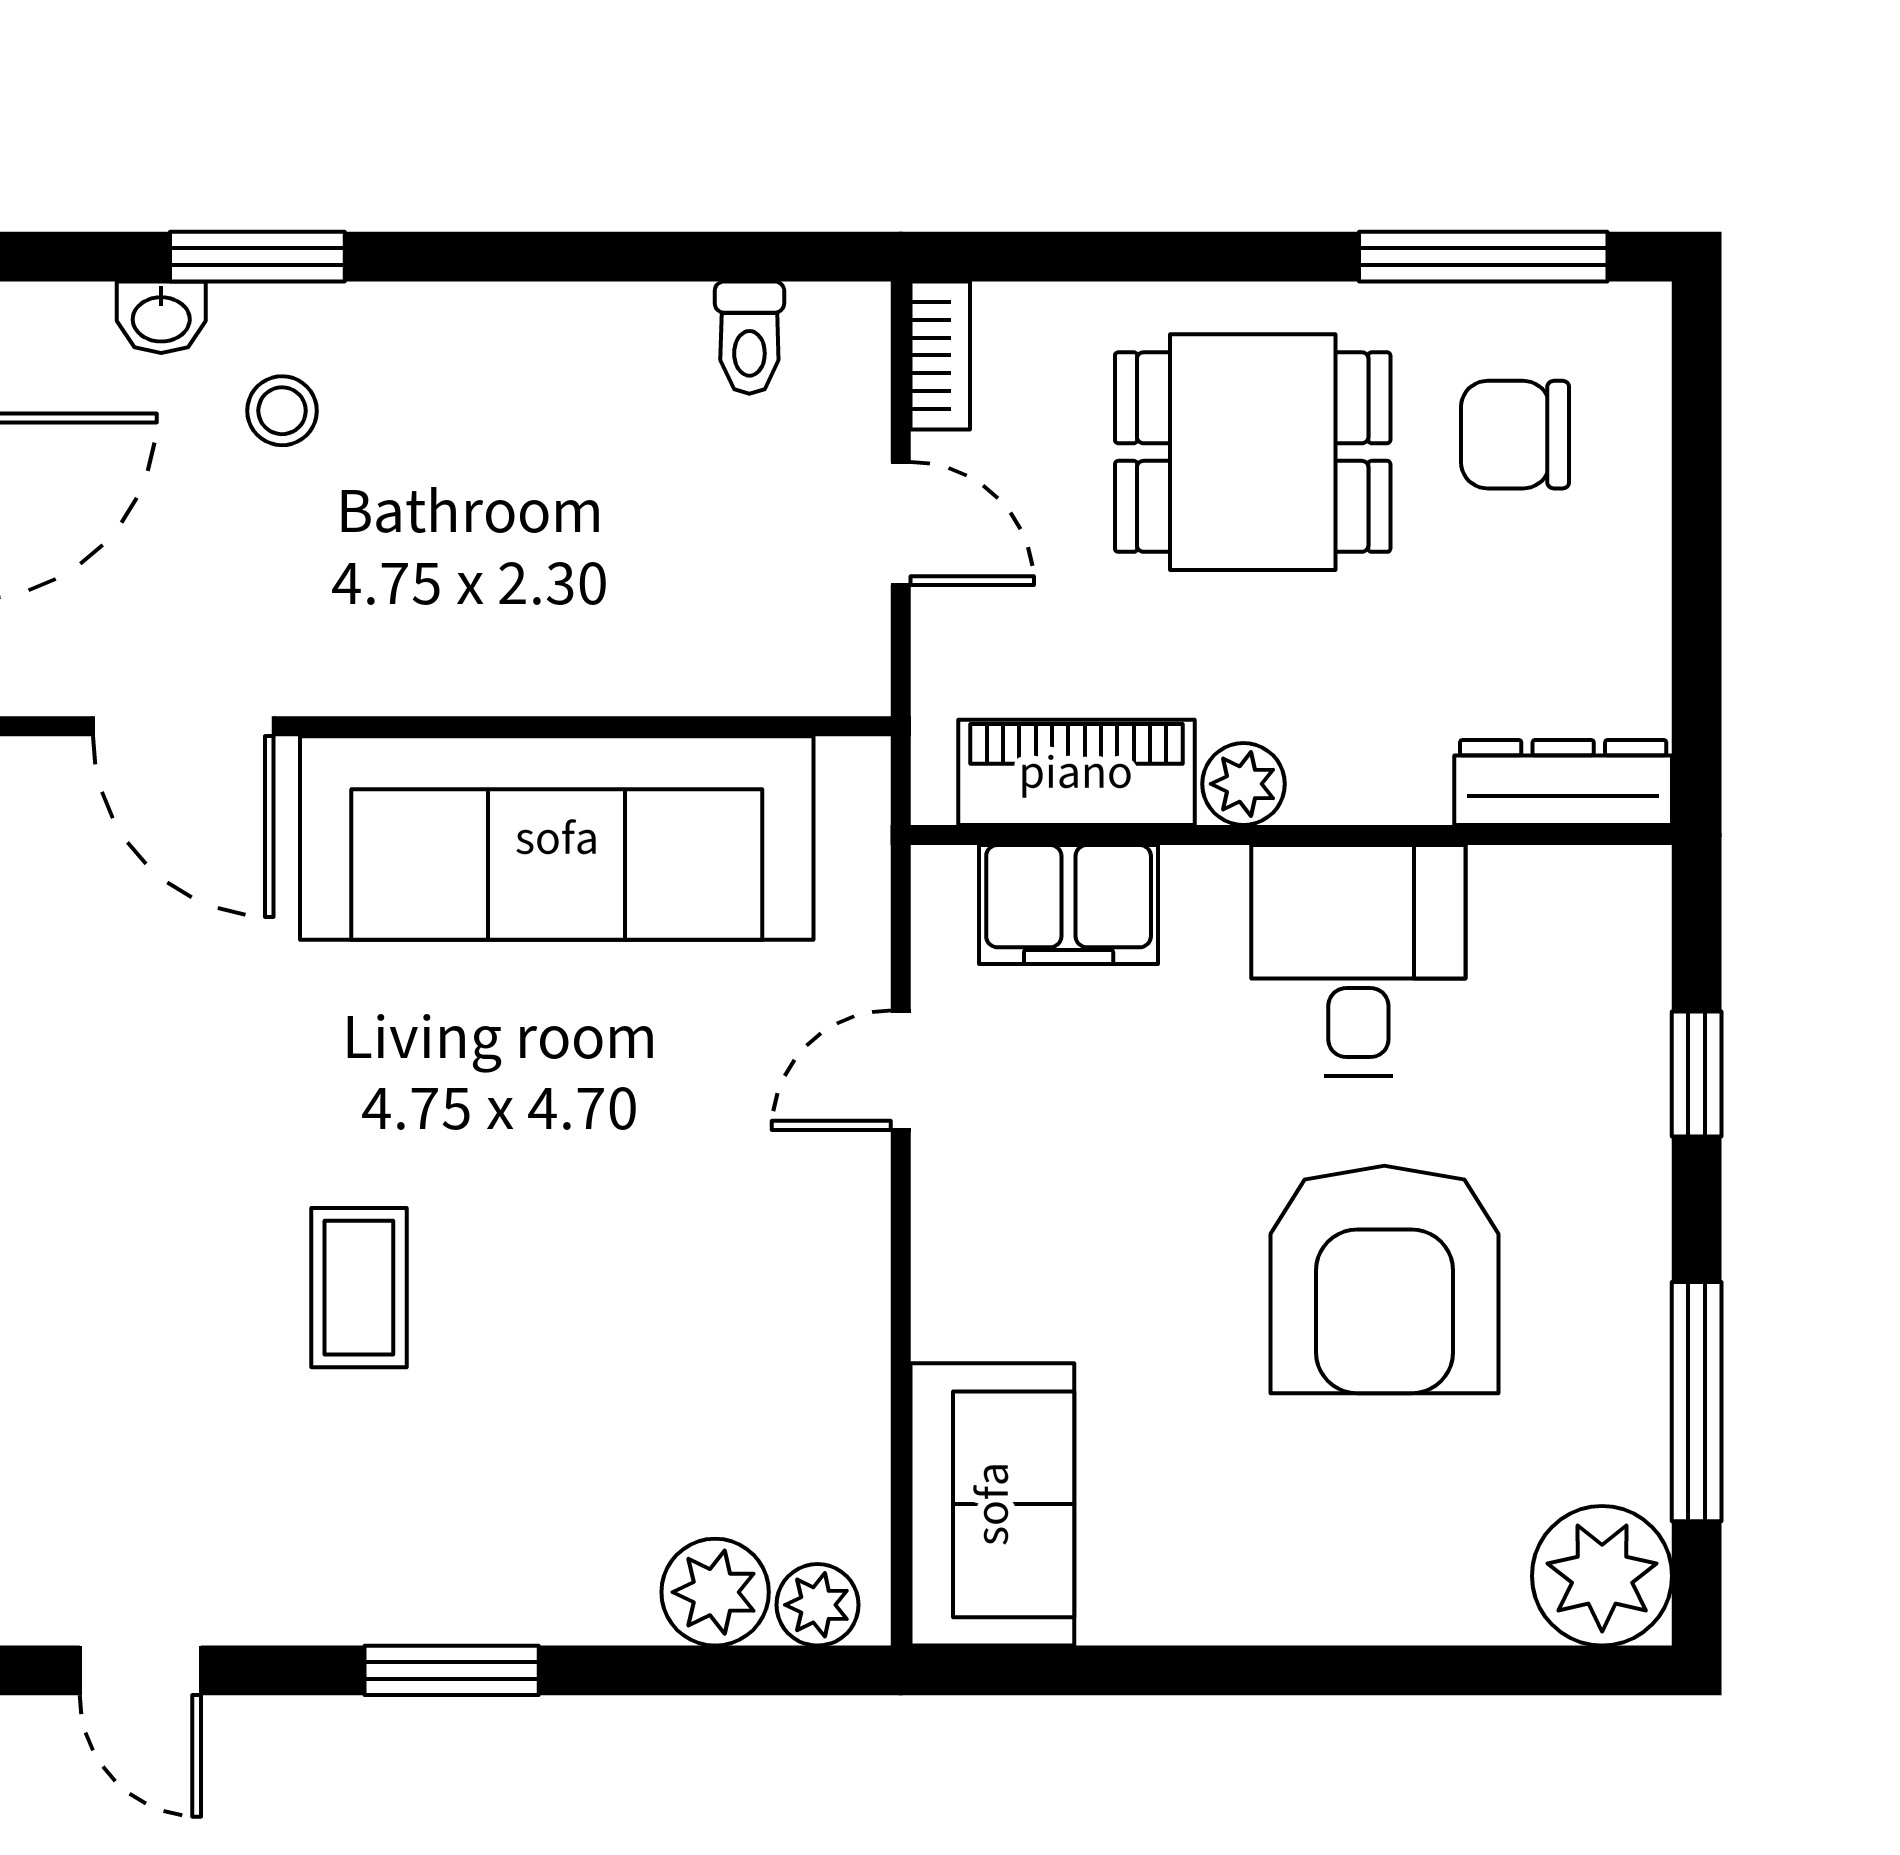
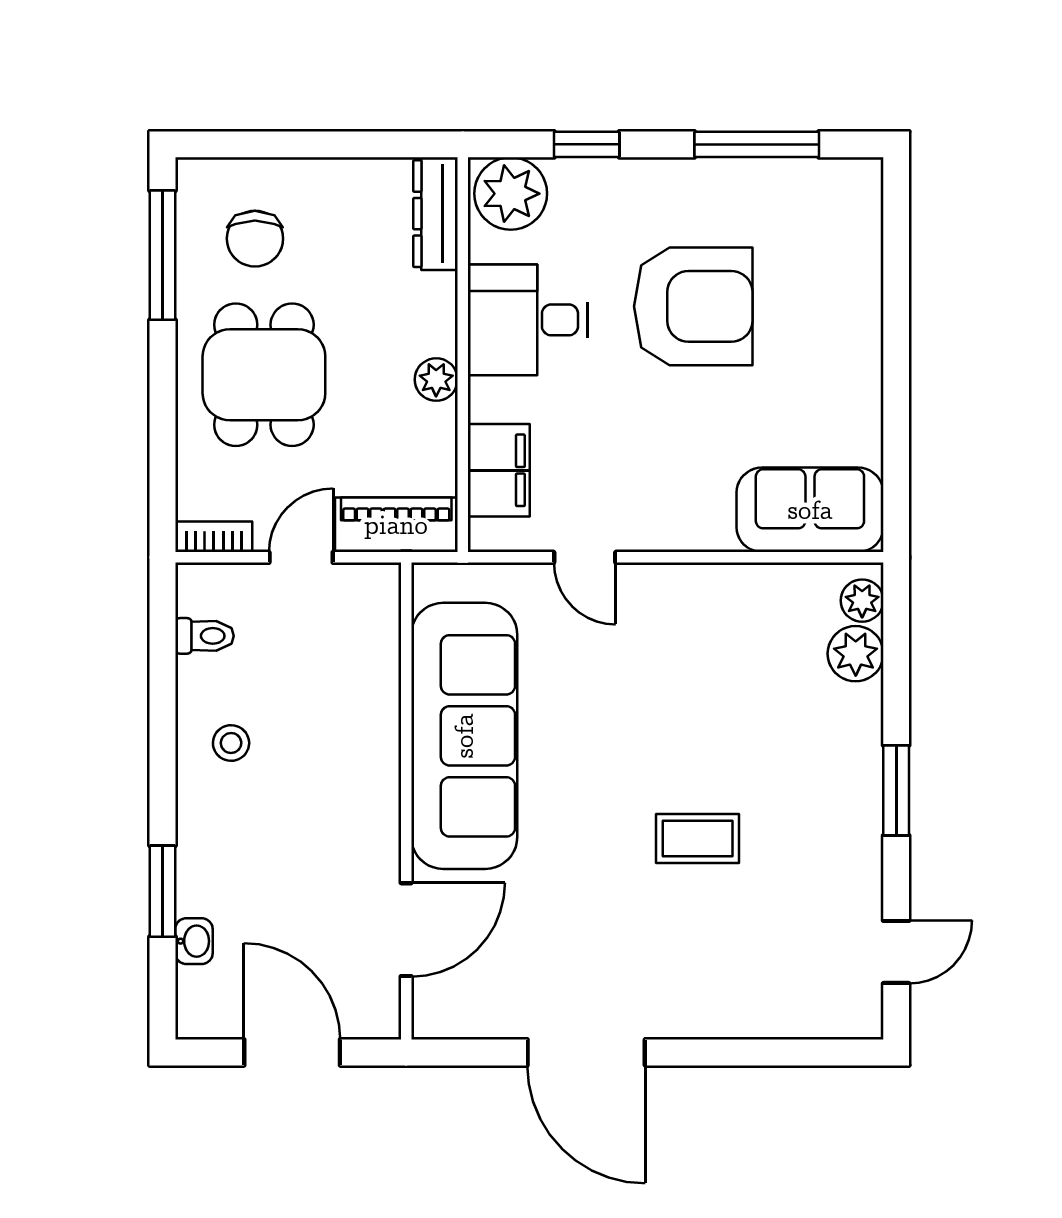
stool: (282, 411) -> (231, 743), moved
piano: (1076, 772) -> (396, 525), moved, turned 90
plant: (1602, 1576) -> (511, 194), moved

